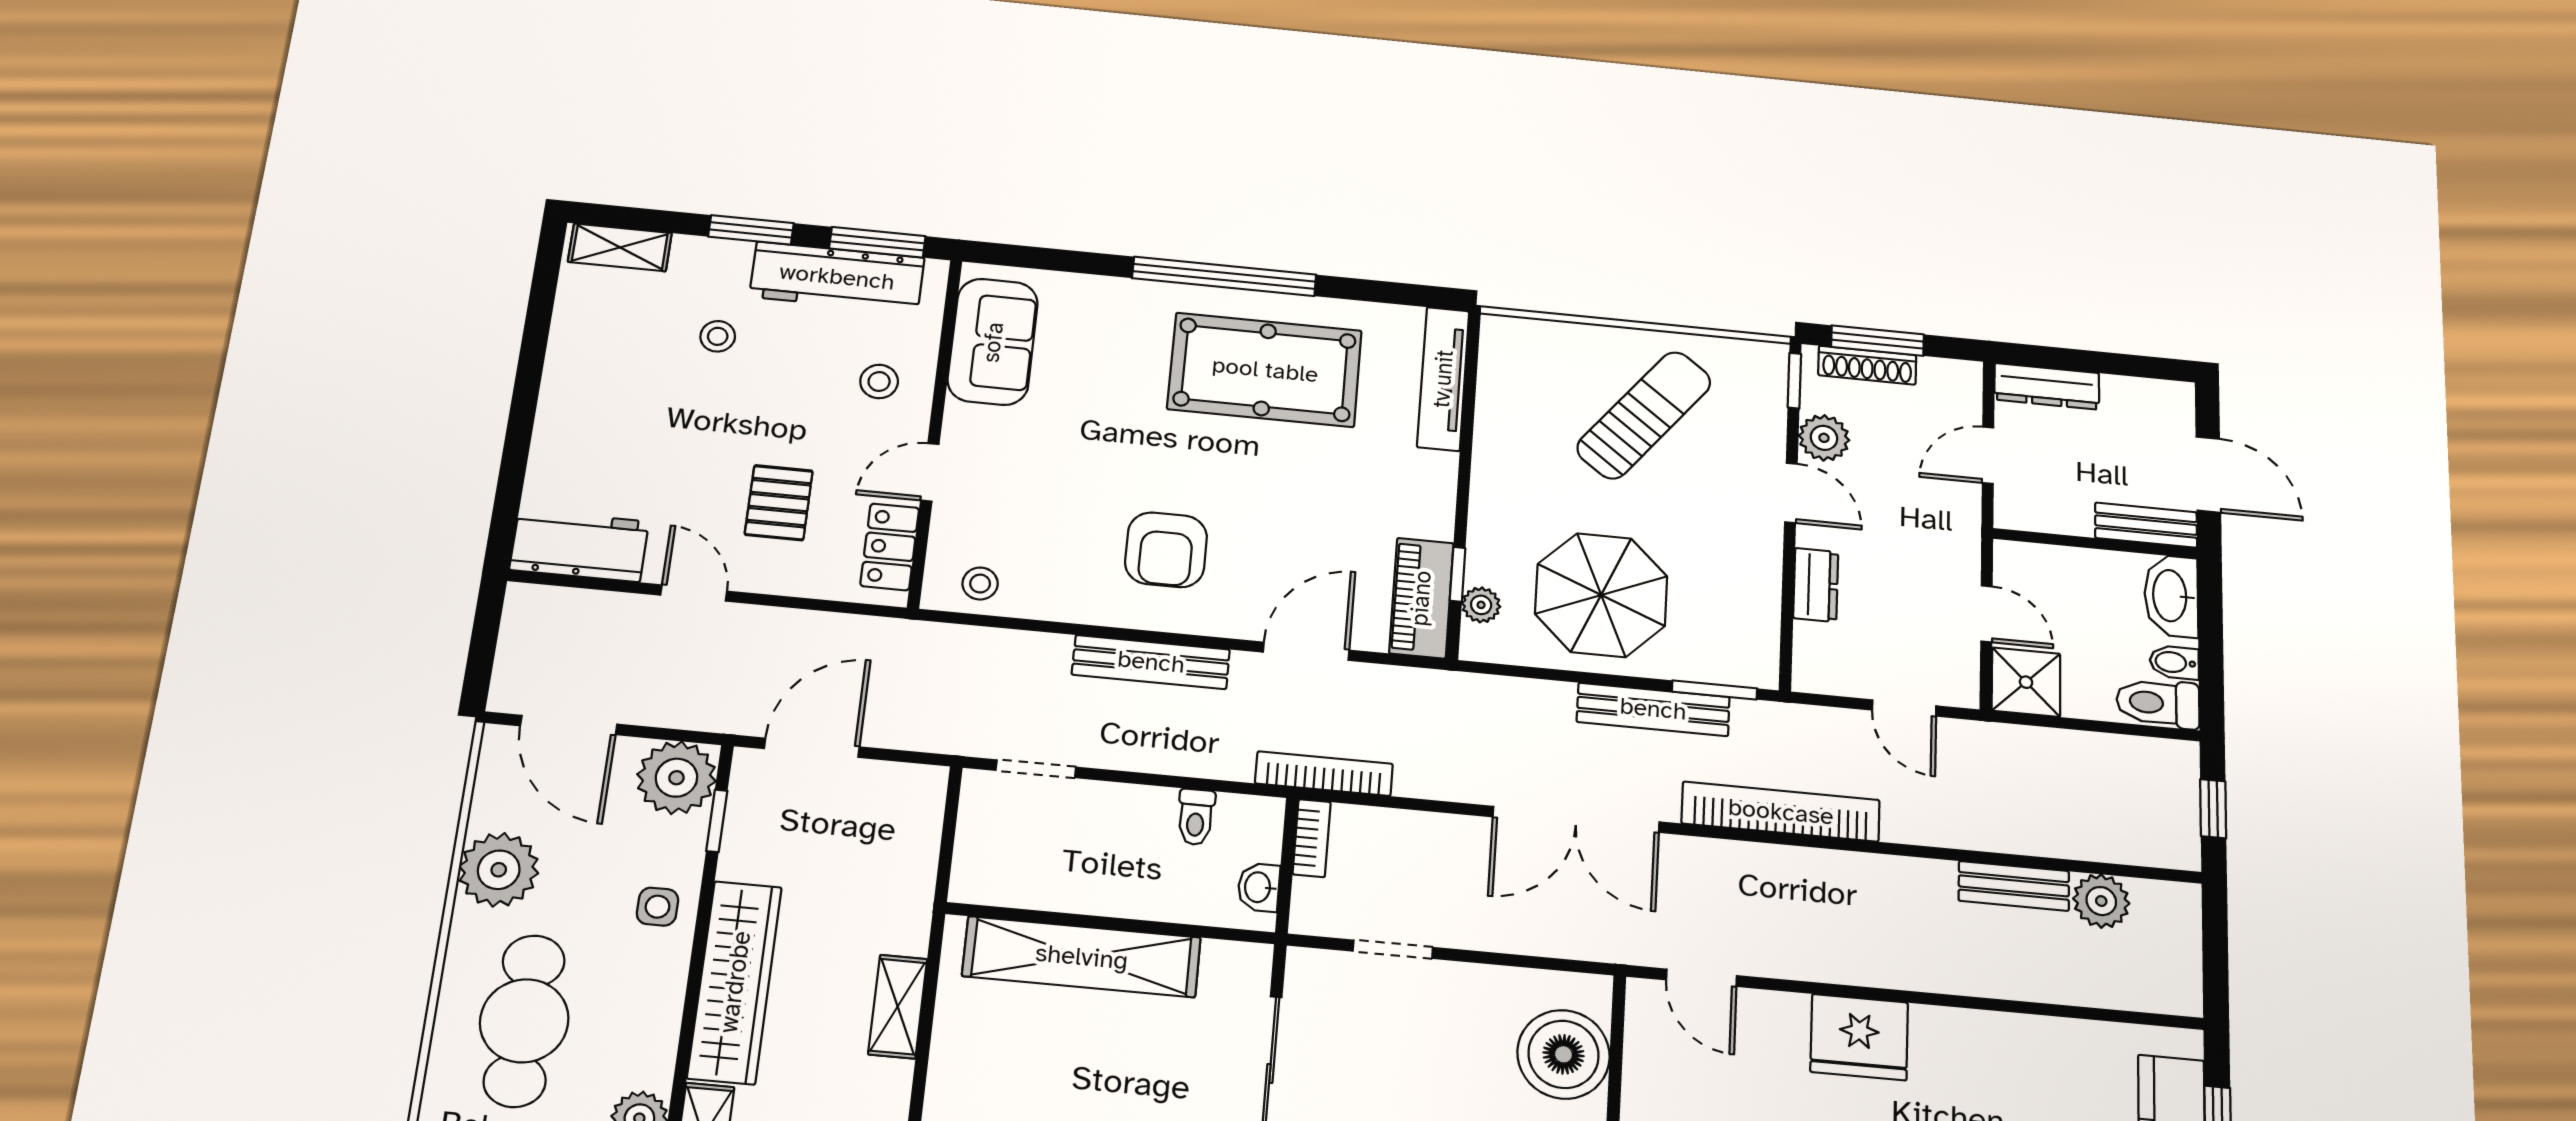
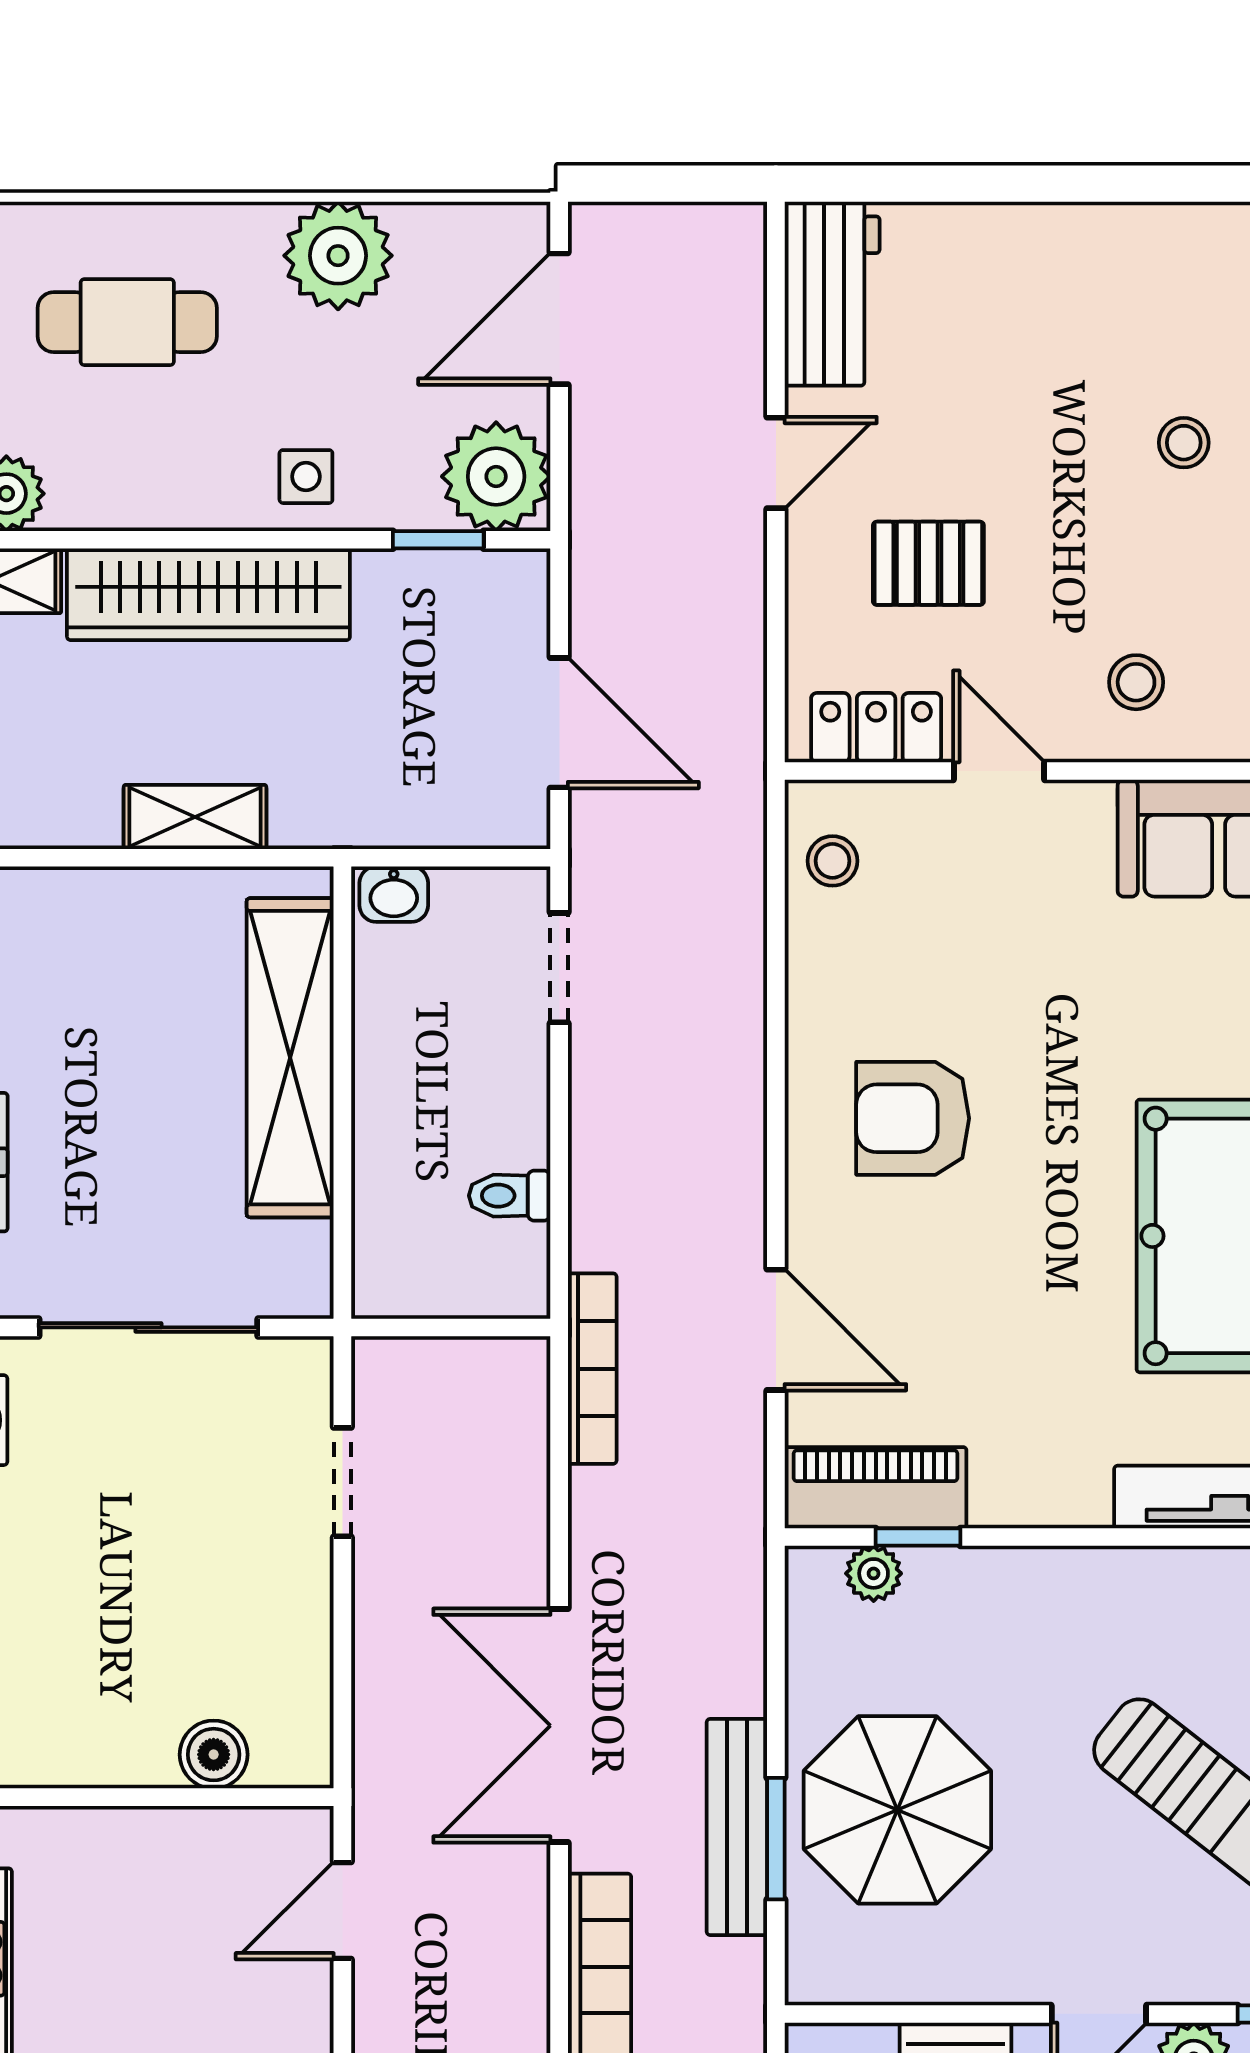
parasol: (1601, 595) -> (897, 1810), moved
bench: (1151, 662) -> (737, 1113), removed
window: (1715, 690) -> (776, 1839), moved
door: (812, 748) -> (559, 723), moved
bookcase: (1312, 838) -> (494, 1359), removed
washbasin: (1259, 887) -> (394, 894), moved, turned 180
cafe table: (524, 1021) -> (127, 322), width x0.73, depth x0.74
boiler: (1564, 1054) -> (214, 1755), width x0.54, depth x0.54

